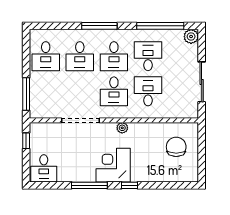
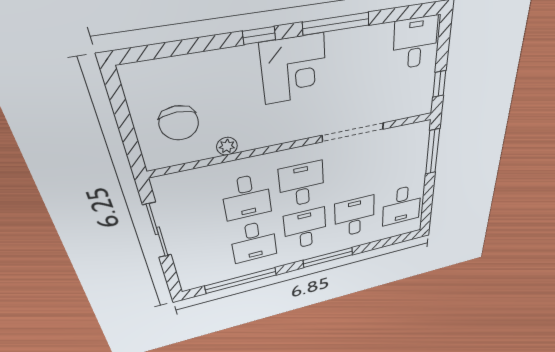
plant: (191, 37) -> (191, 281), removed
desk: (46, 56) -> (402, 205), turned 180
plant: (122, 128) -> (227, 146), moved

